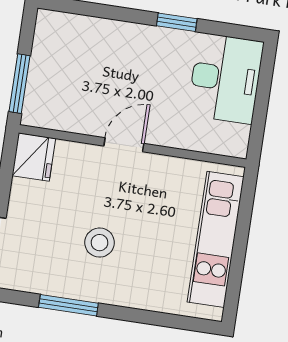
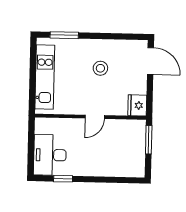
window: (177, 22) -> (63, 179), moved
window: (68, 305) -> (64, 35), moved

